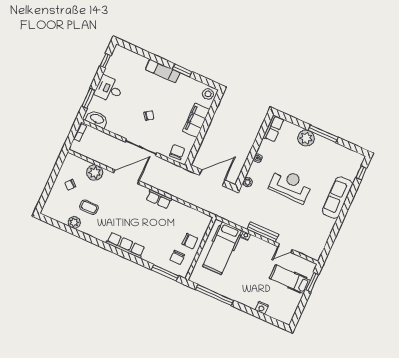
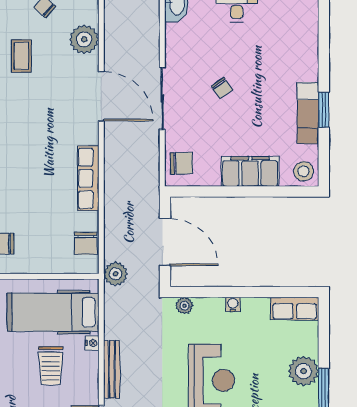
exam couch: (163, 71) -> (308, 113), moved
row of seats: (159, 199) -> (88, 178), width x1.48
plant: (217, 209) -> (116, 274), added
chair: (190, 241) -> (85, 243), moved
trolley: (248, 261) -> (51, 366), added

